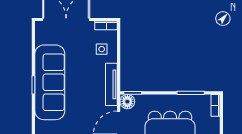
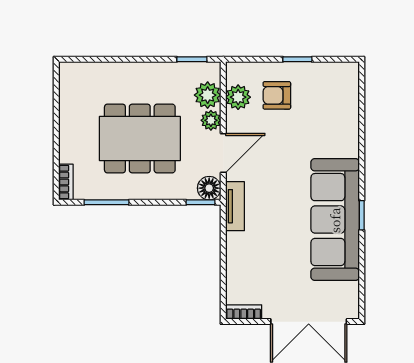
side table: (102, 49) -> (251, 273), removed
tv unit: (111, 84) -> (235, 206), width x0.71

